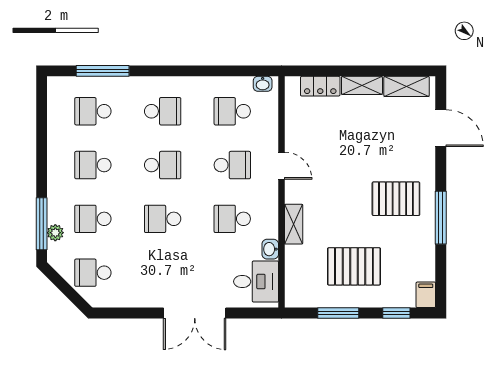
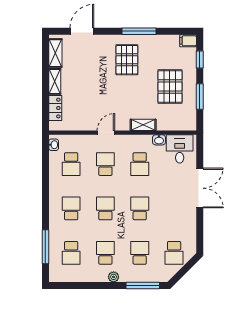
school desk: (93, 165) -> (105, 253), turned 180
school desk: (93, 219) -> (140, 253), turned 180
school desk: (163, 219) -> (140, 208), turned 180
plant: (55, 233) -> (114, 277), moved

